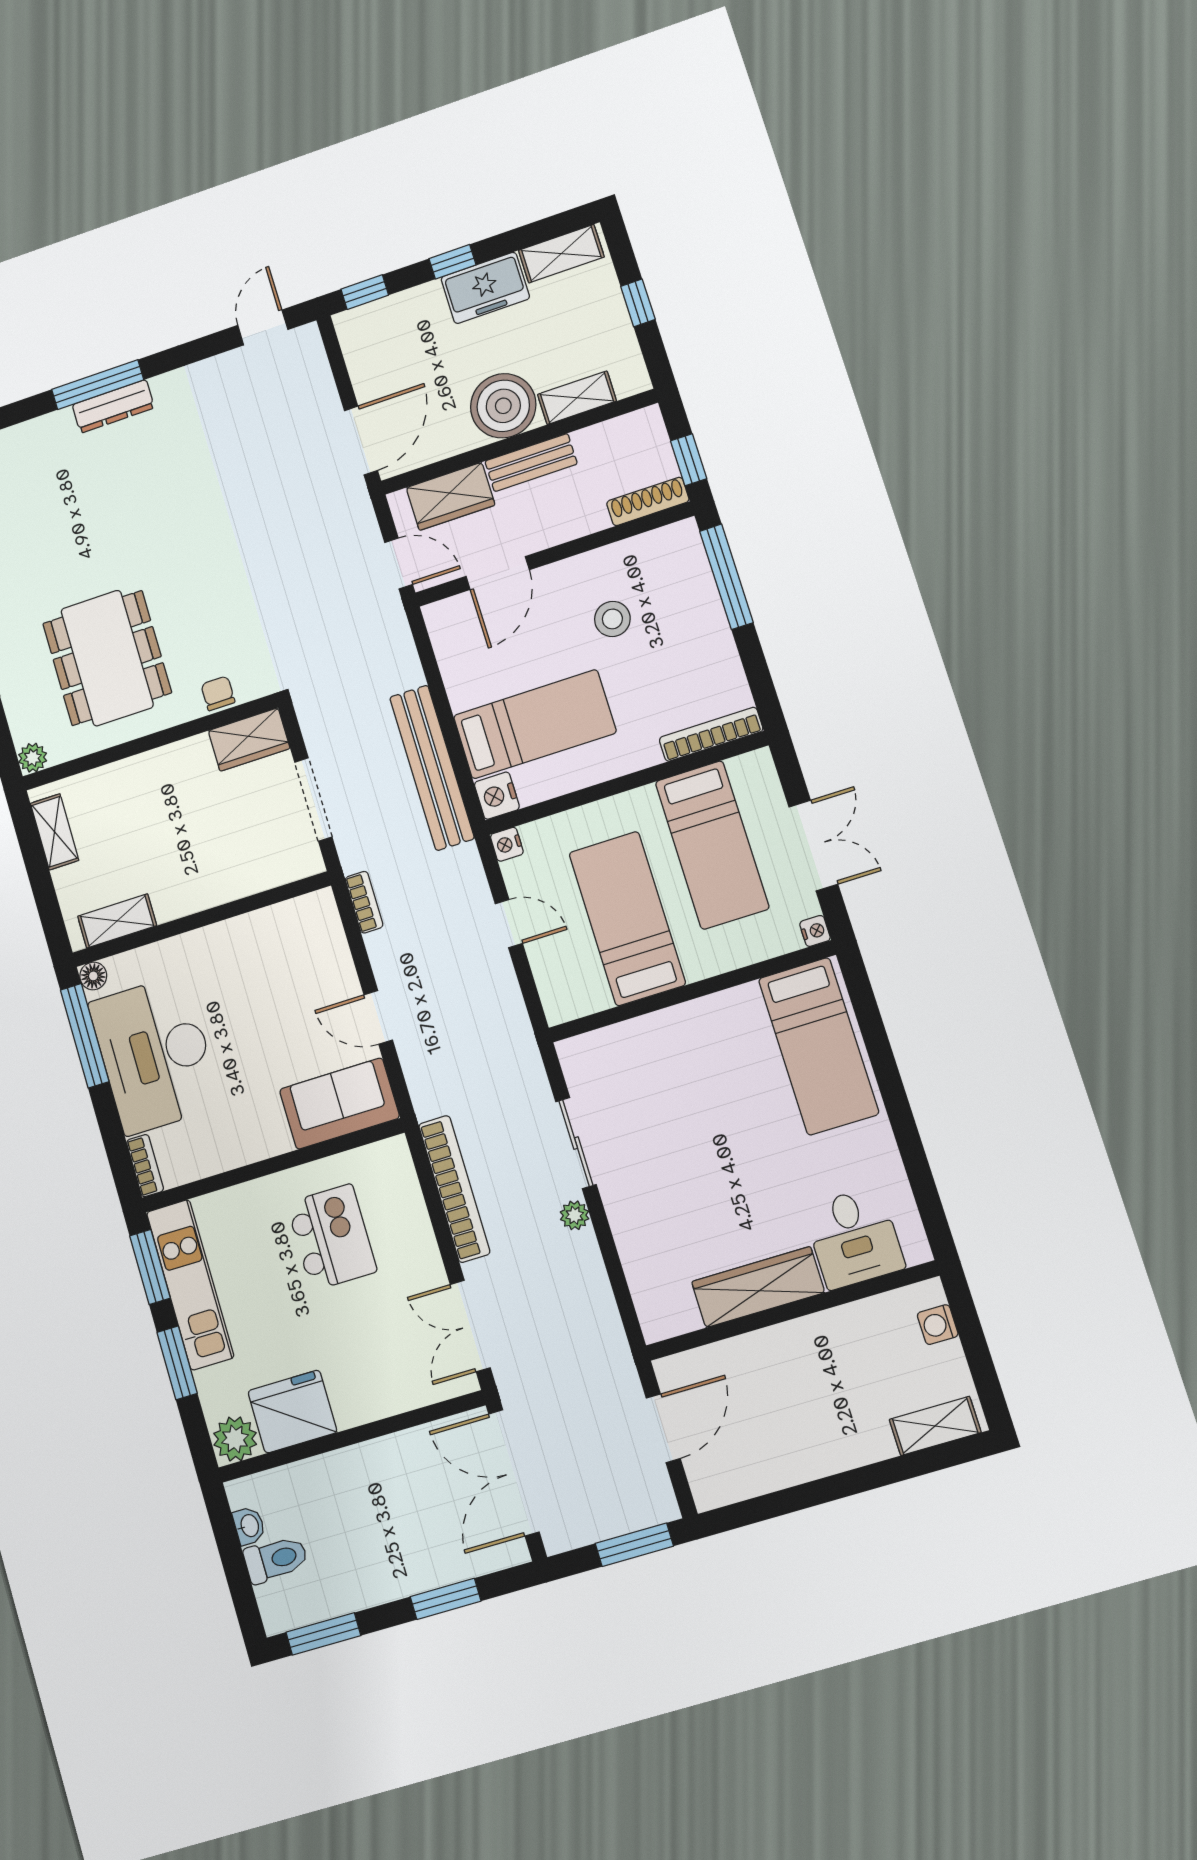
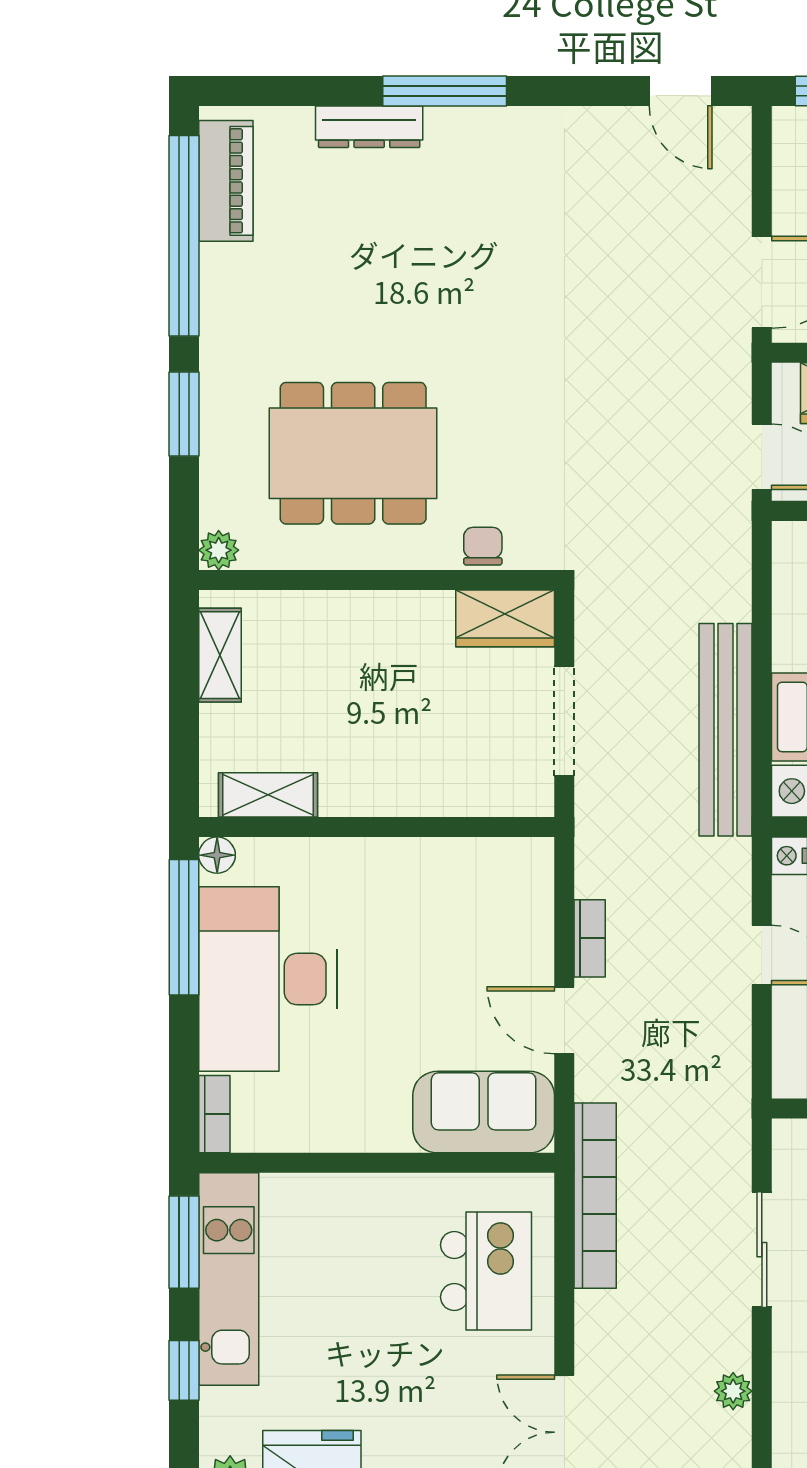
door: (263, 327) -> (681, 91), swing flipped
dresser: (113, 406) -> (369, 127), moved
dining table: (107, 658) -> (353, 453), turned 90
bookcase: (364, 902) -> (590, 938), moved
bookcase: (454, 1189) -> (595, 1196), moved
plant: (575, 1215) -> (733, 1391), moved
kitchen island: (332, 1237) -> (486, 1271), moved
window: (177, 1363) -> (184, 1370), width x0.67

